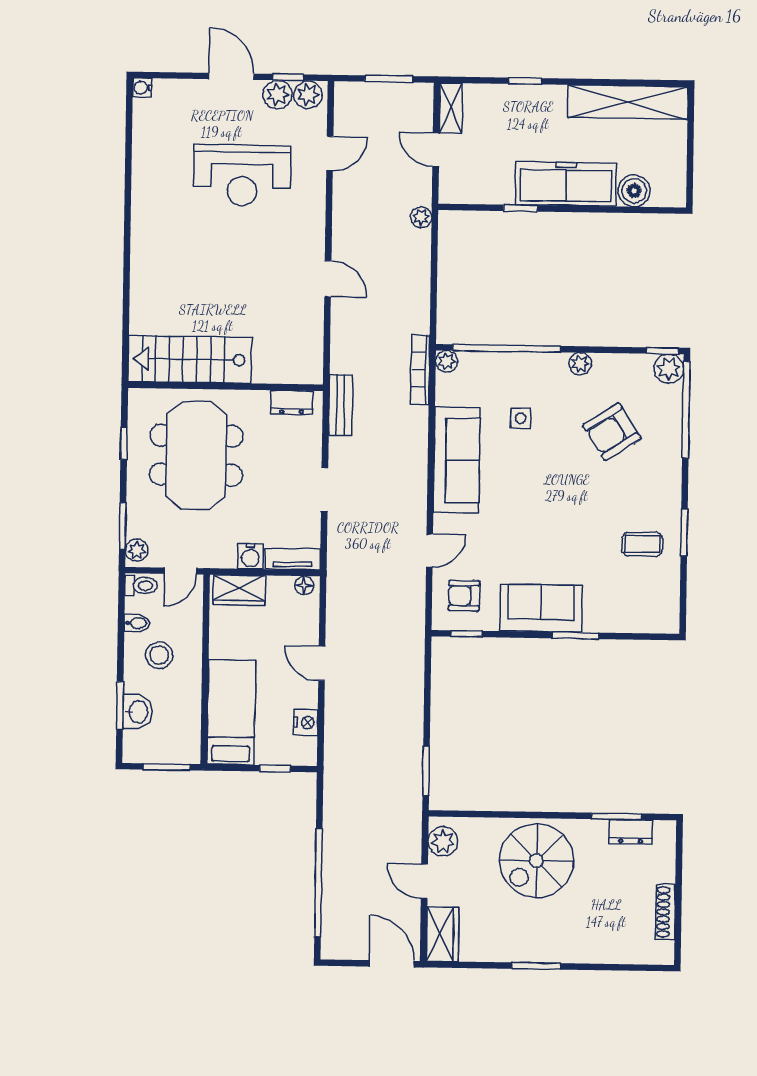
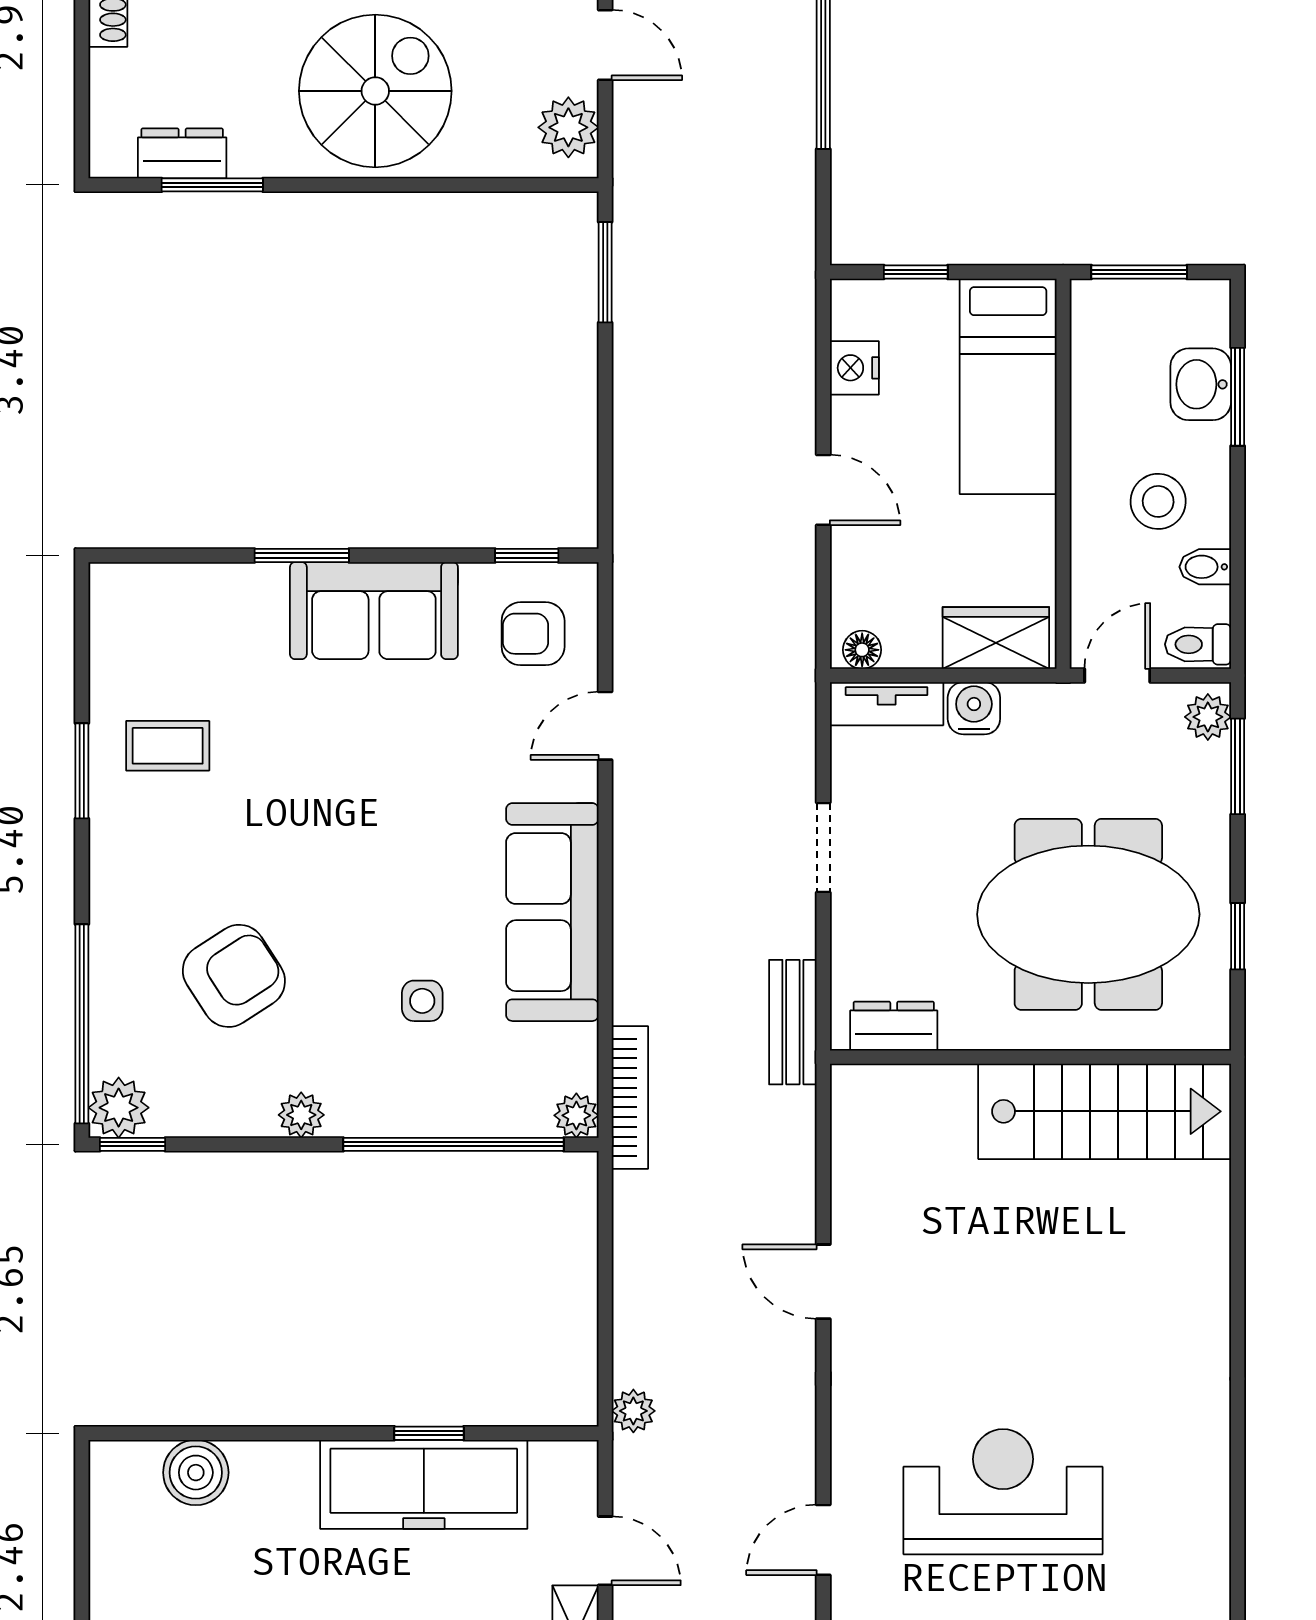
freezer: (566, 184) -> (424, 1484), moved
meeting table: (196, 455) -> (1088, 914), turned 90
armchair: (464, 596) -> (533, 634), turned 180

